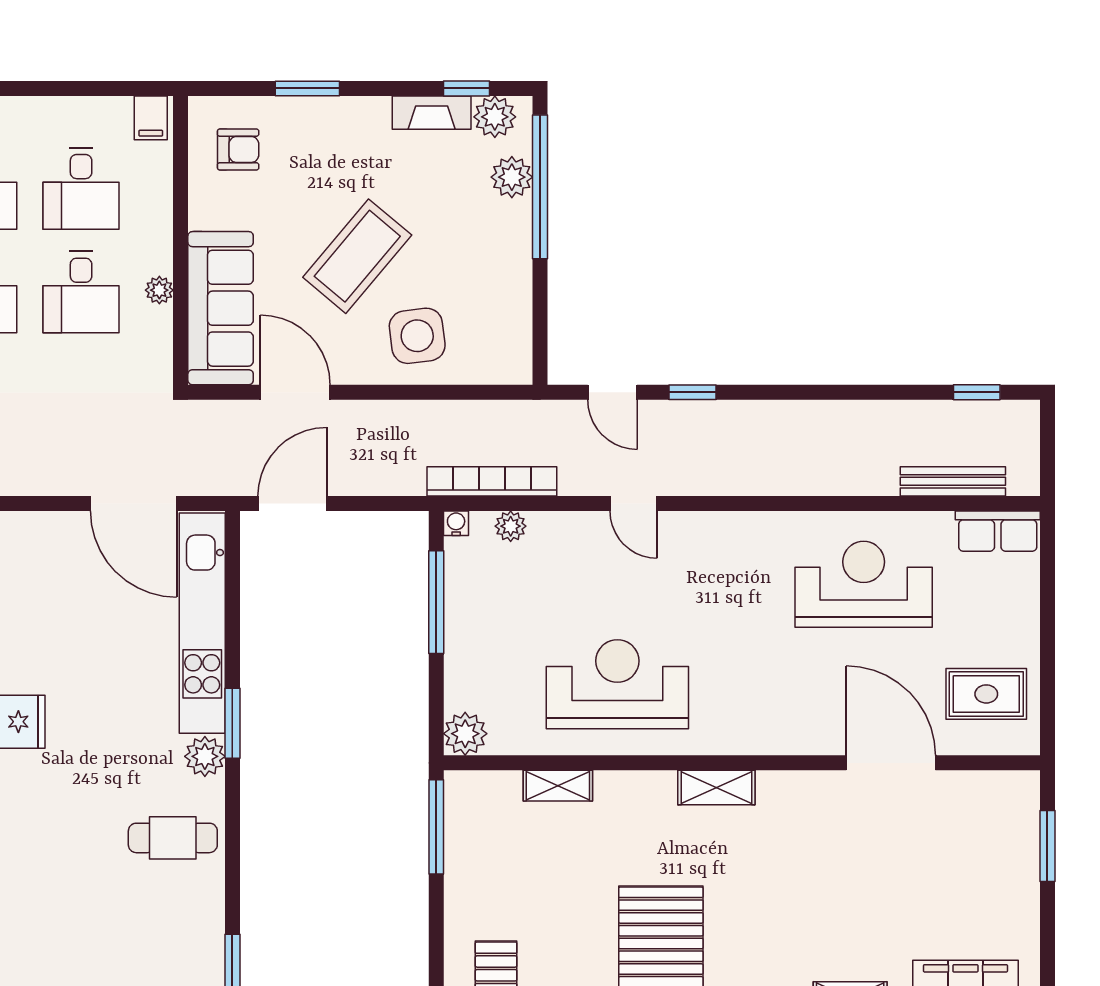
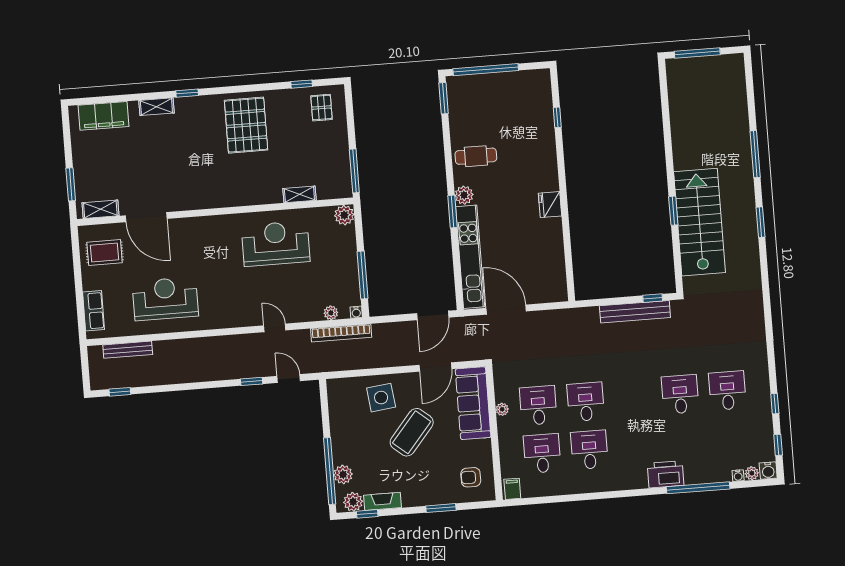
door: (295, 392) -> (435, 367), hinge flipped
row of seats: (998, 531) -> (93, 311), moved, turned 90
reception desk: (864, 584) -> (165, 299), turned 180
reception desk: (617, 684) -> (276, 244), turned 180
shelving: (716, 787) -> (100, 209), moved

